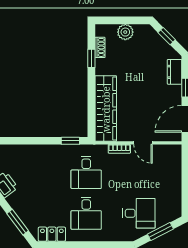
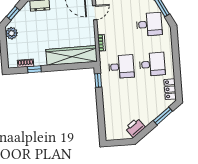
plant: (125, 32) -> (12, 33), moved
door: (143, 143) -> (95, 13), moved
desk: (139, 213) -> (149, 24), turned 90

